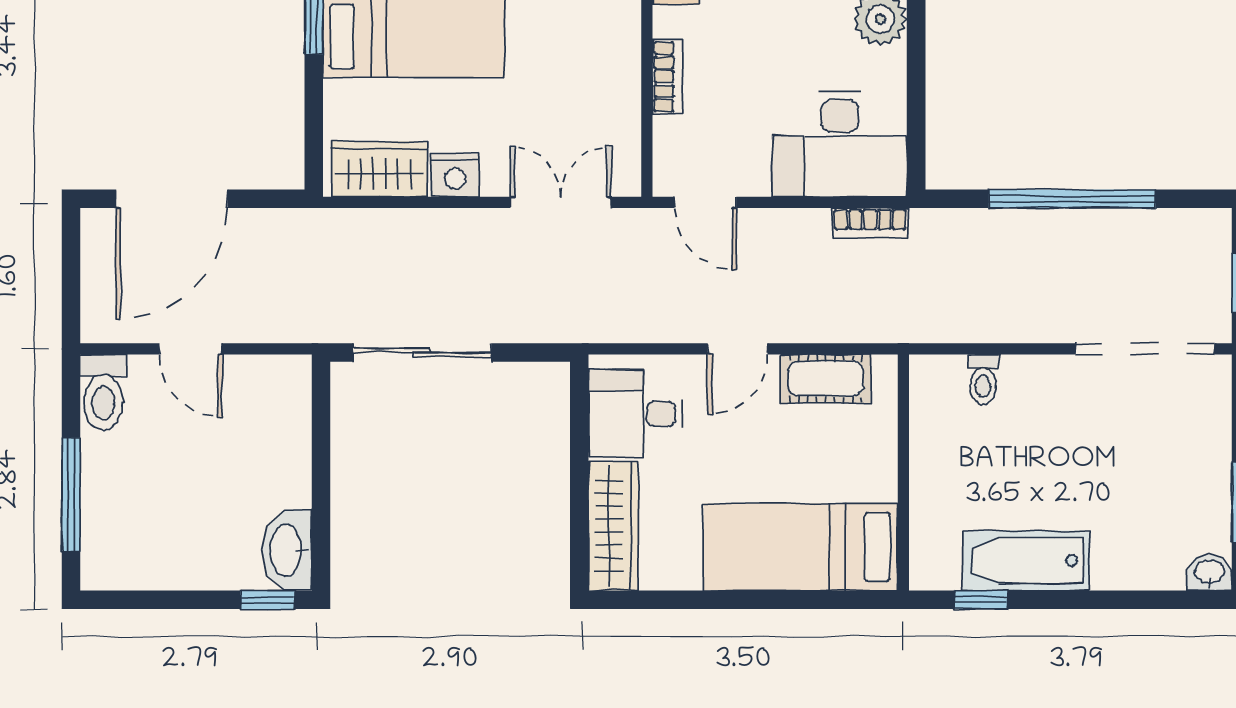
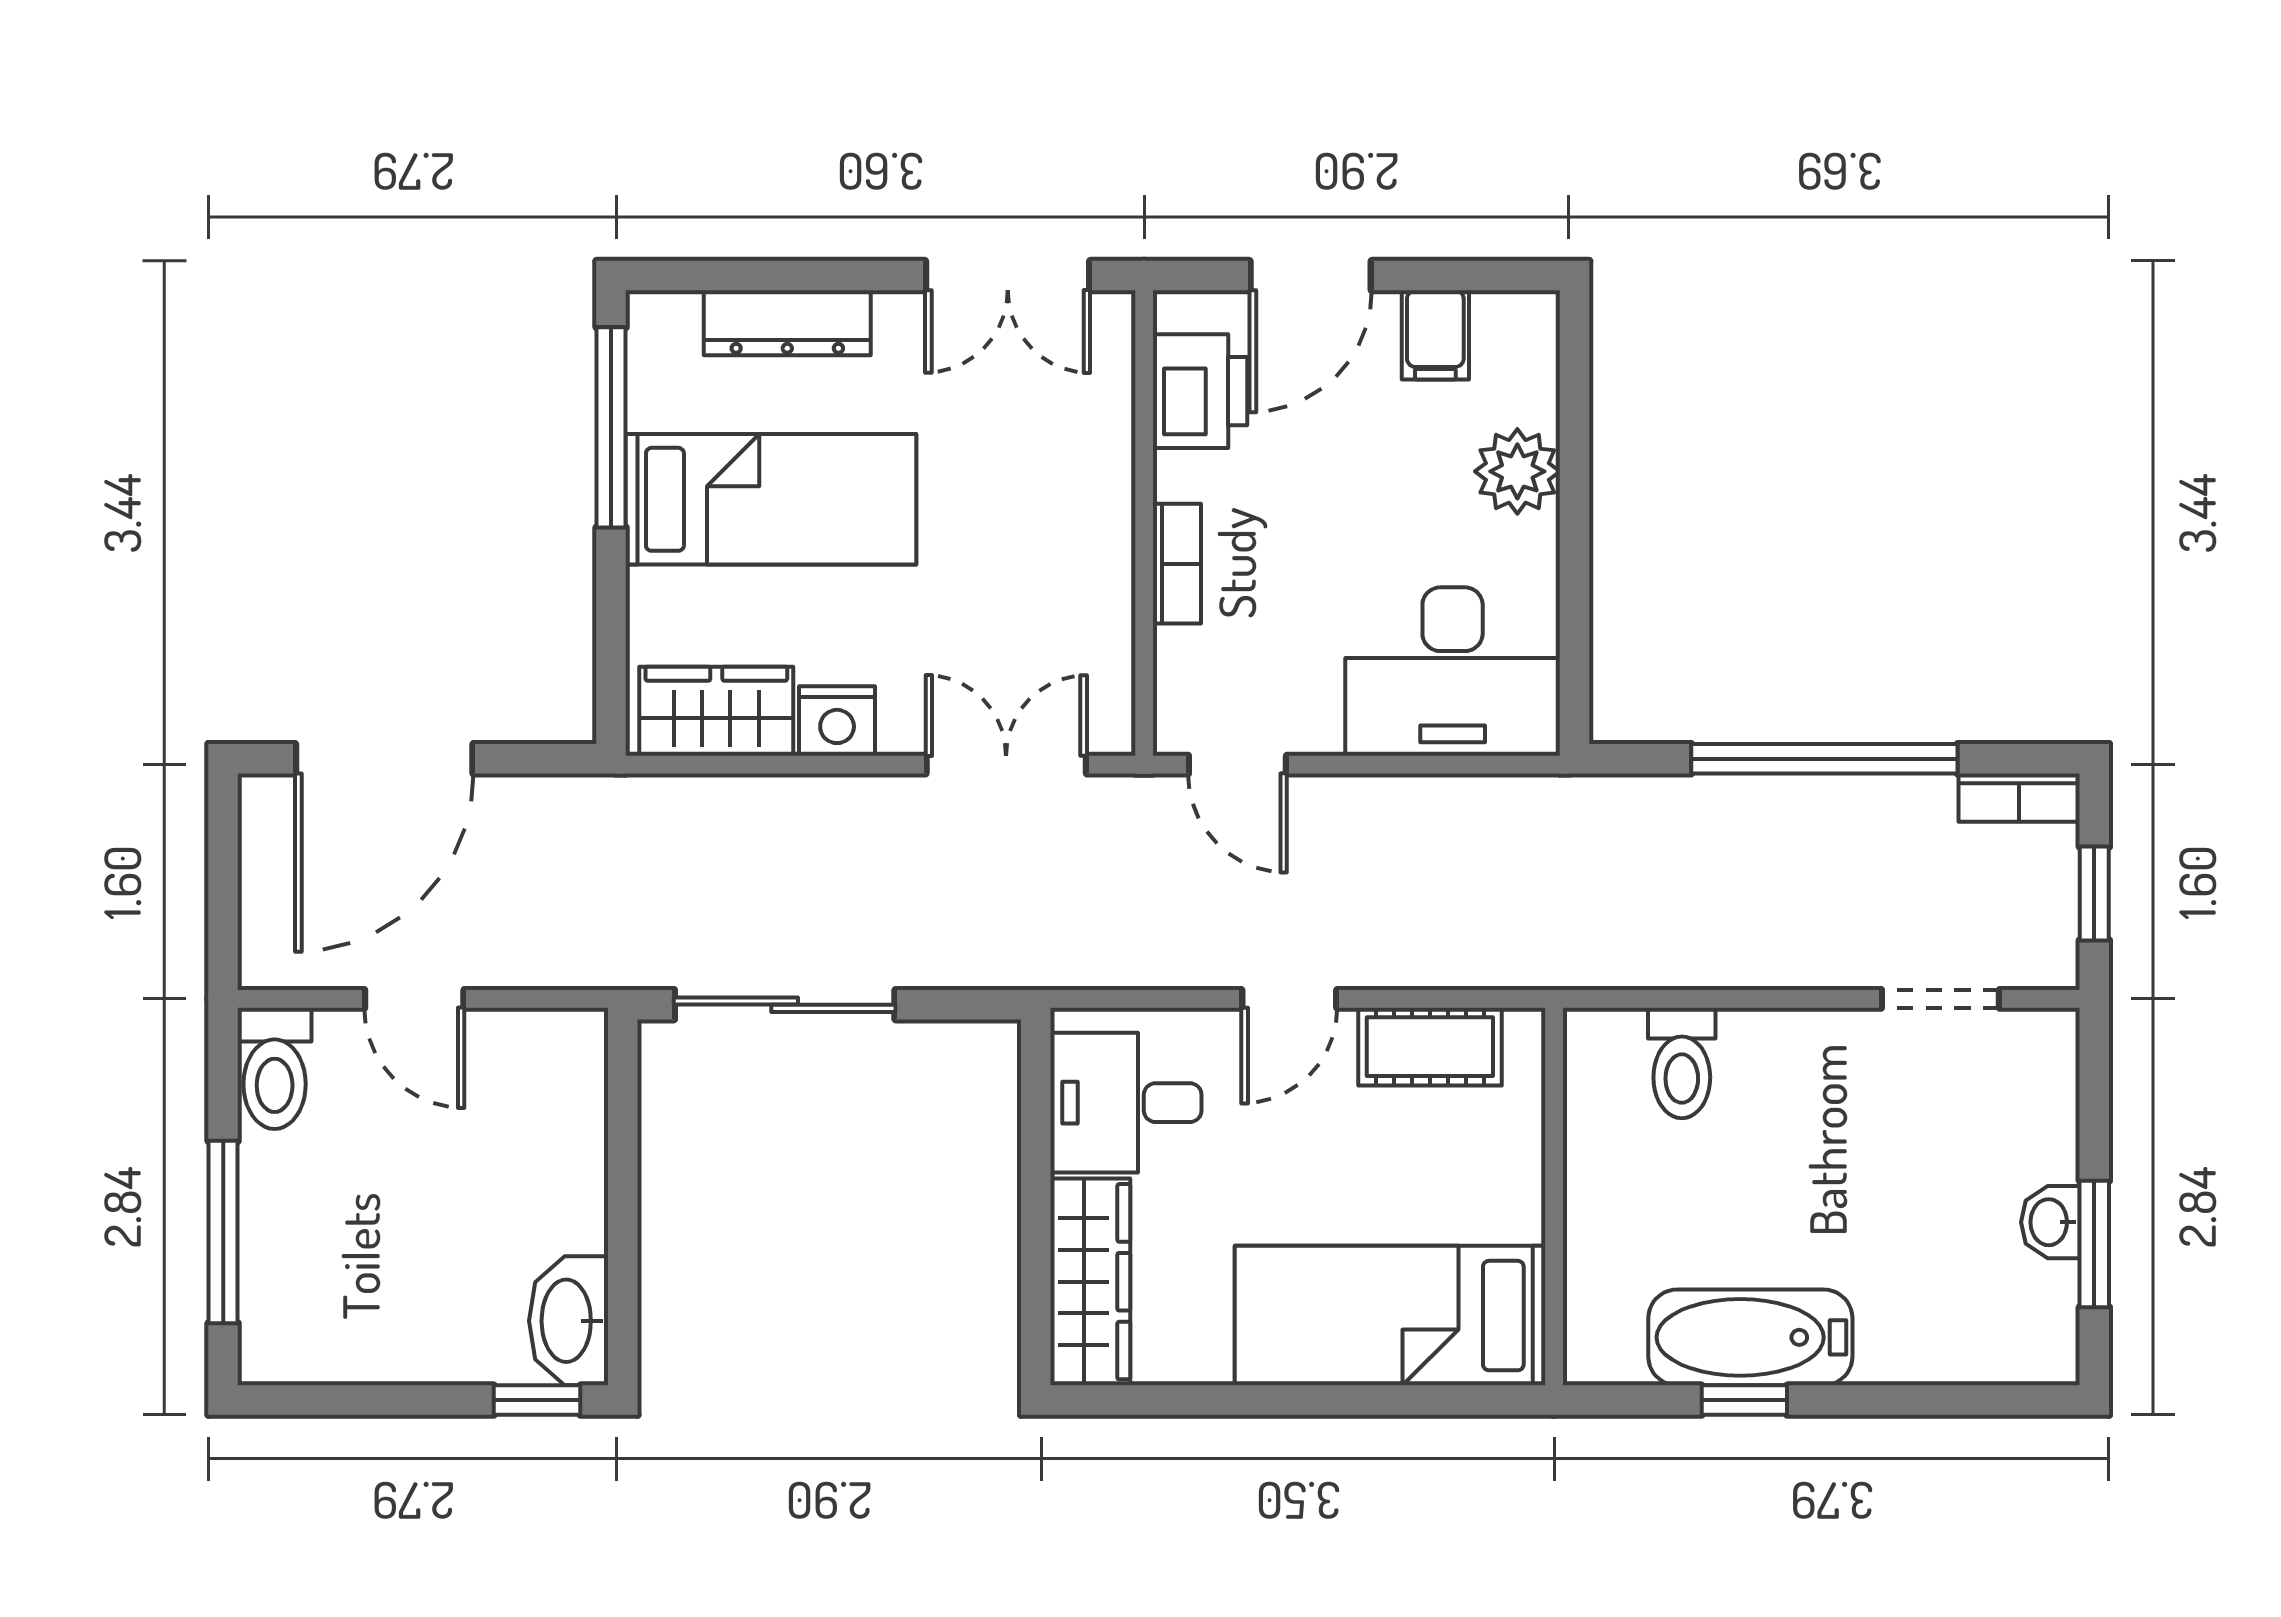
bookcase: (870, 223) -> (2019, 798), moved
doorway: (1145, 349) -> (1940, 999), width x0.53
toilet: (983, 379) -> (1682, 1063), width x1.37, depth x1.39
washbasin: (1209, 572) -> (2050, 1222), moved, turned -90
window: (981, 600) -> (1744, 1400), moved

